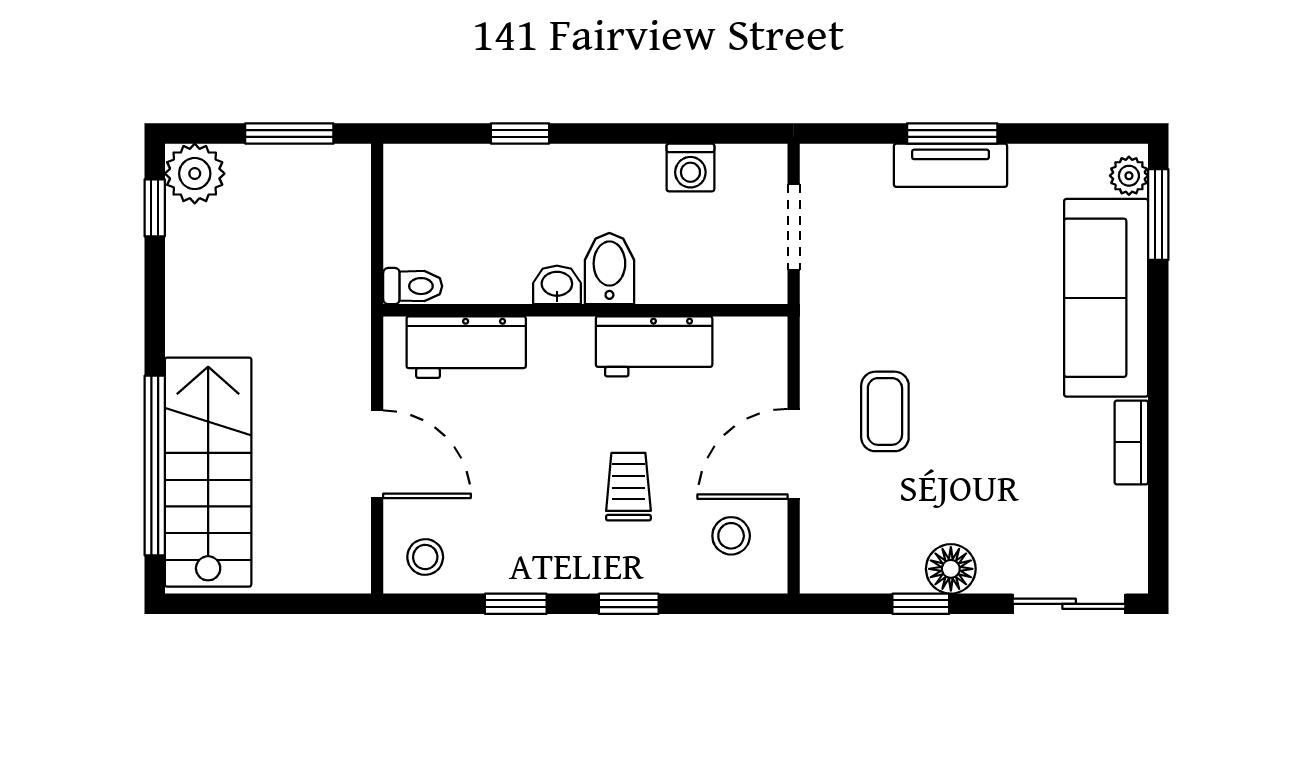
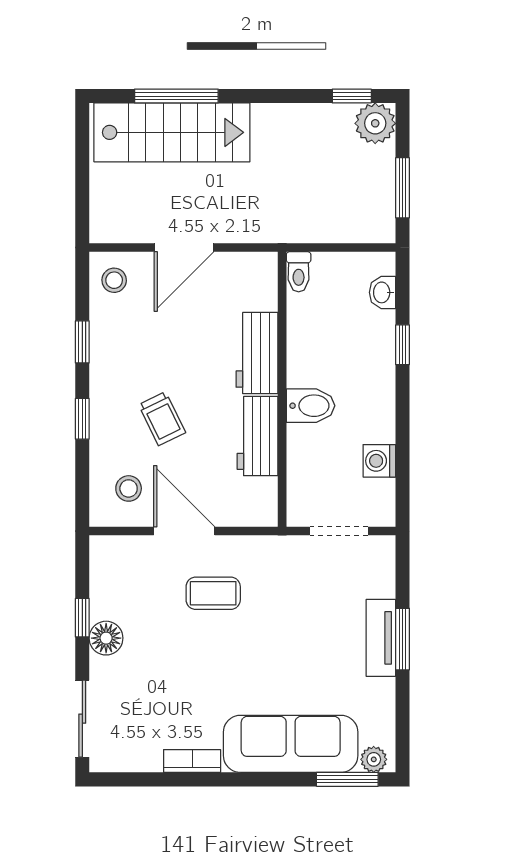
washbasin: (557, 285) -> (382, 292), moved, turned 180
workbench: (466, 347) -> (257, 353), moved
window: (155, 466) -> (176, 96), width x0.68
trolley: (628, 487) -> (162, 419), turned 64

